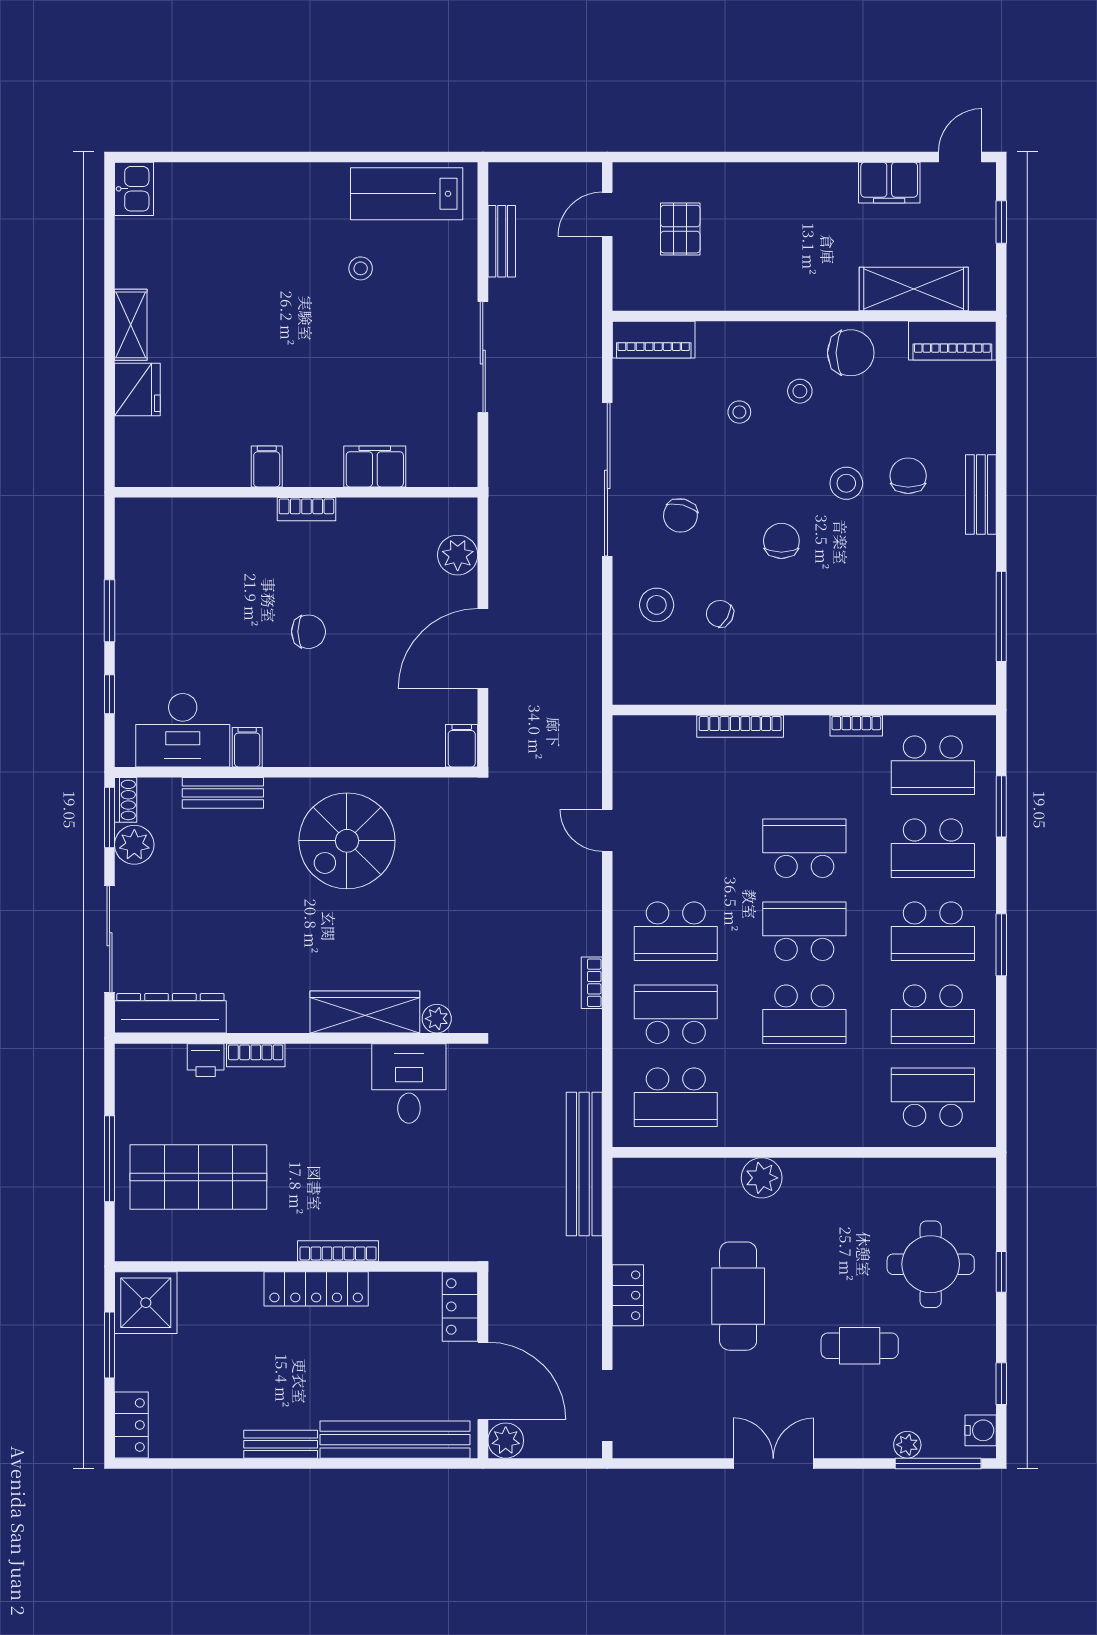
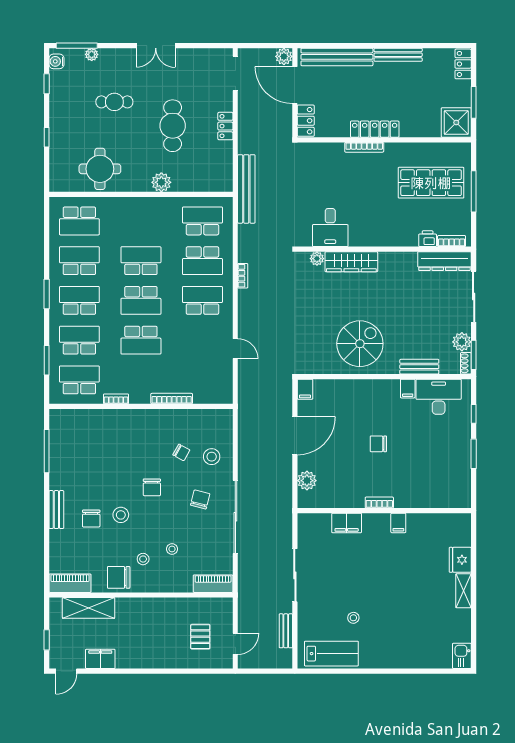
bookcase: (256, 1055) -> (452, 241), moved
round table: (931, 1264) -> (100, 169), moved
bench: (281, 1444) -> (398, 55), width x1.36

